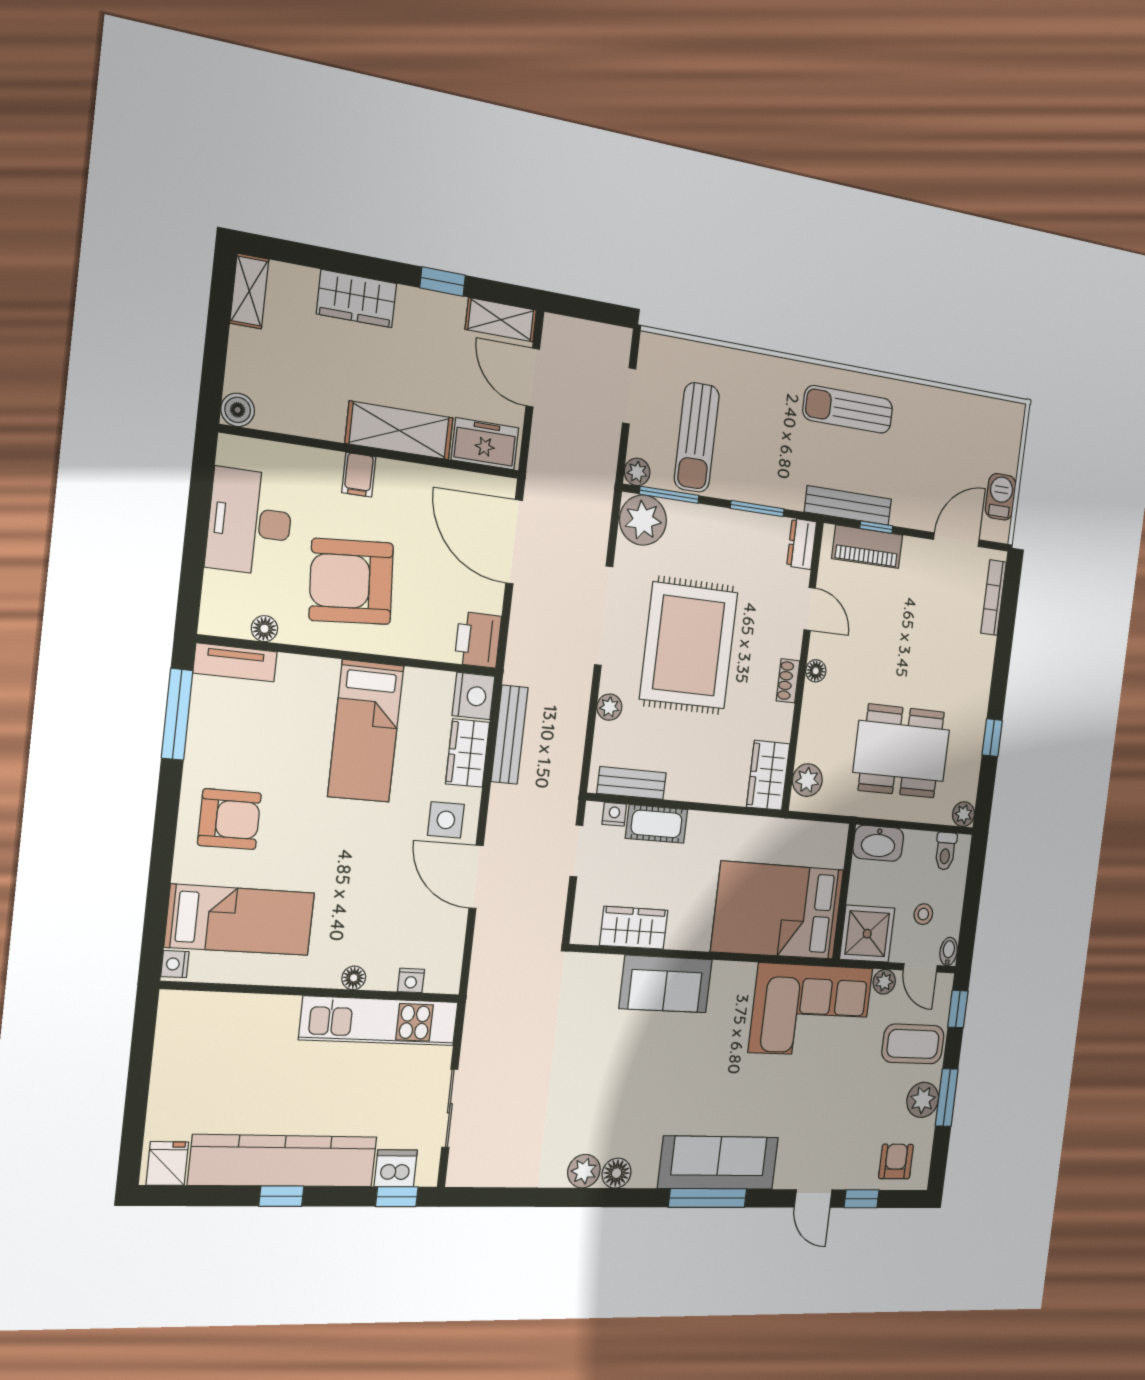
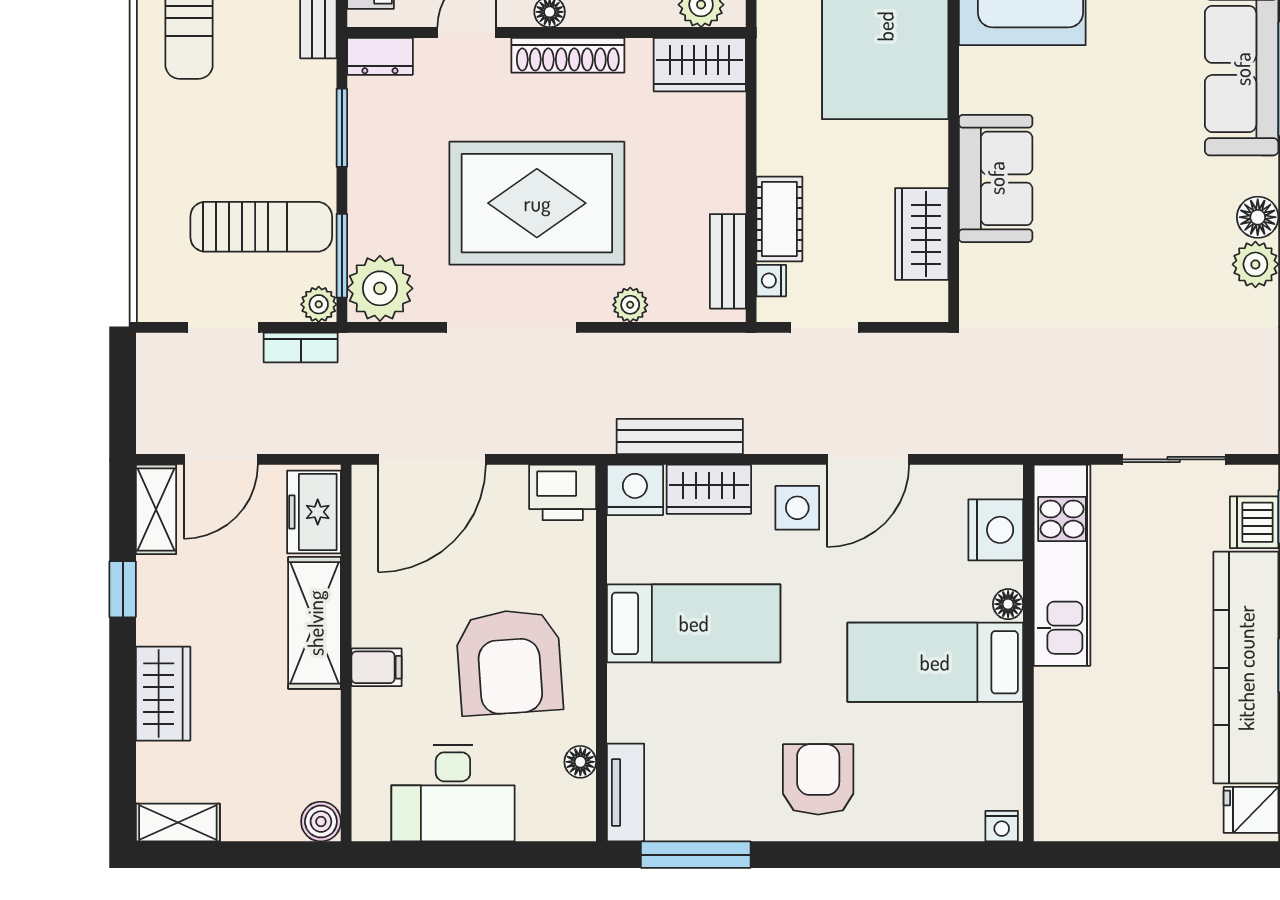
bookcase: (608, 453) -> (301, 348), added
shoe rack: (788, 681) -> (568, 55), width x1.94, depth x1.24
bed: (240, 920) -> (935, 662), moved, turned -90
nightstand: (411, 980) -> (996, 530), width x1.89, depth x1.79

